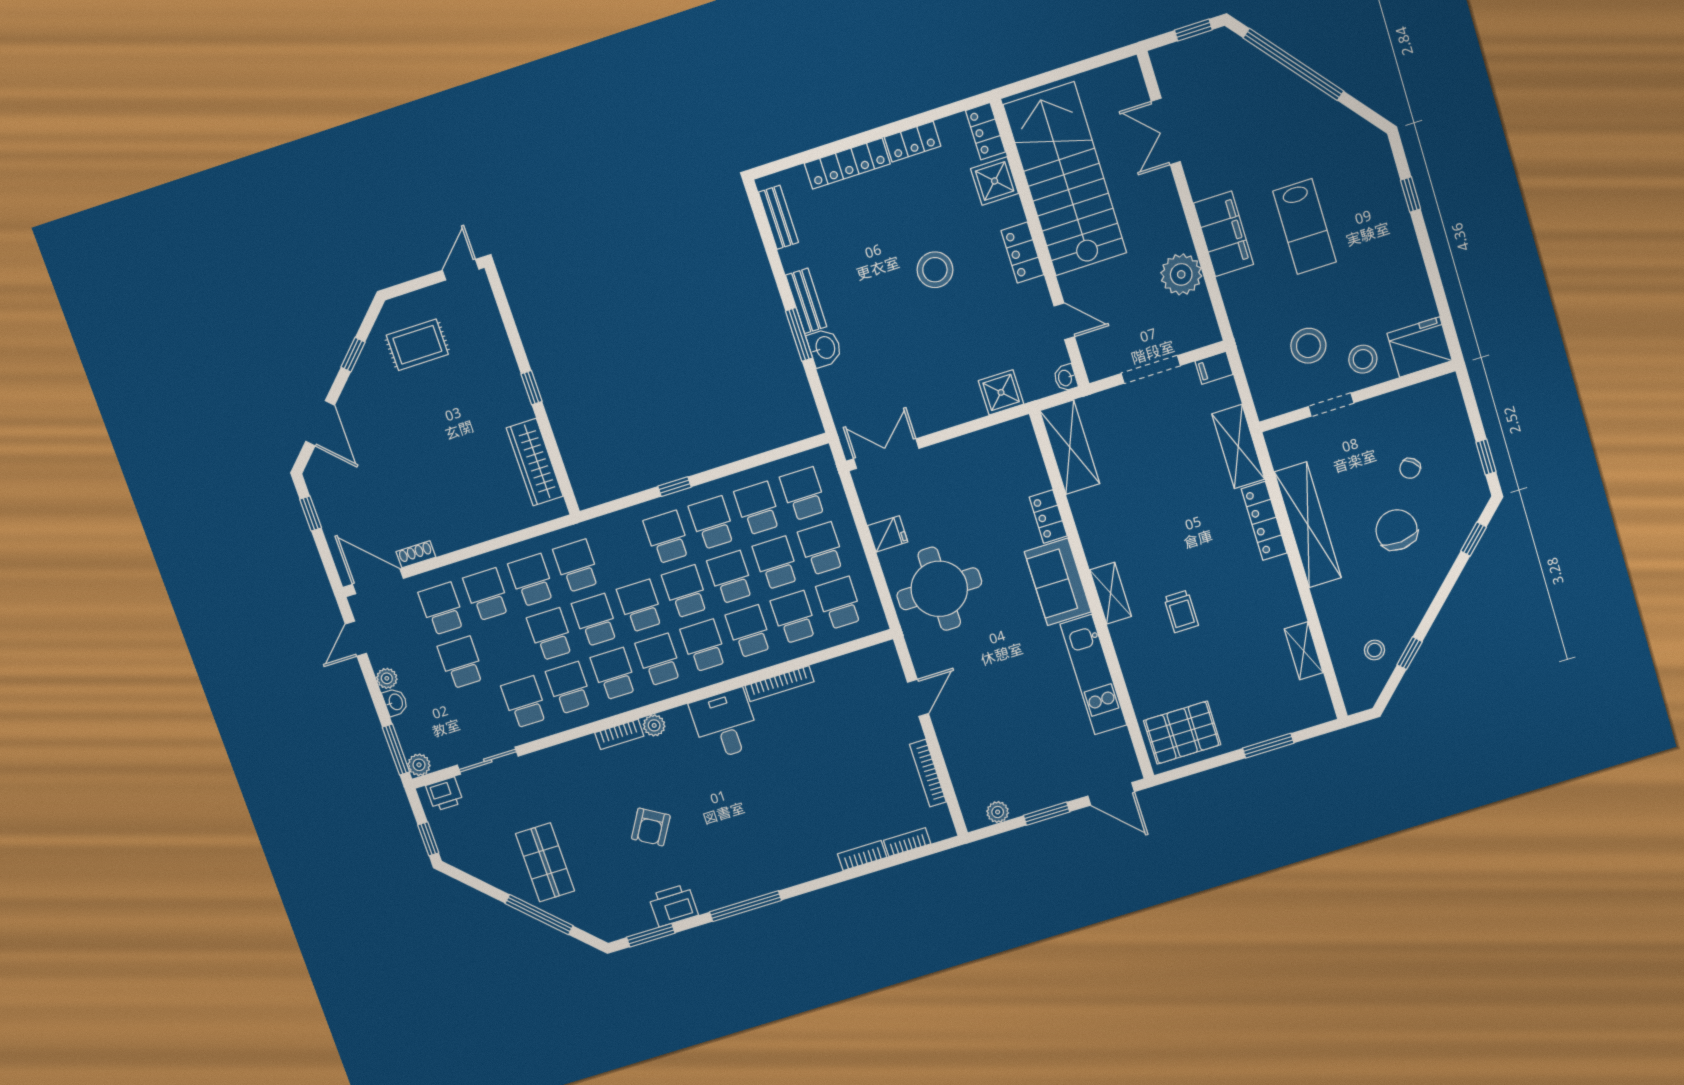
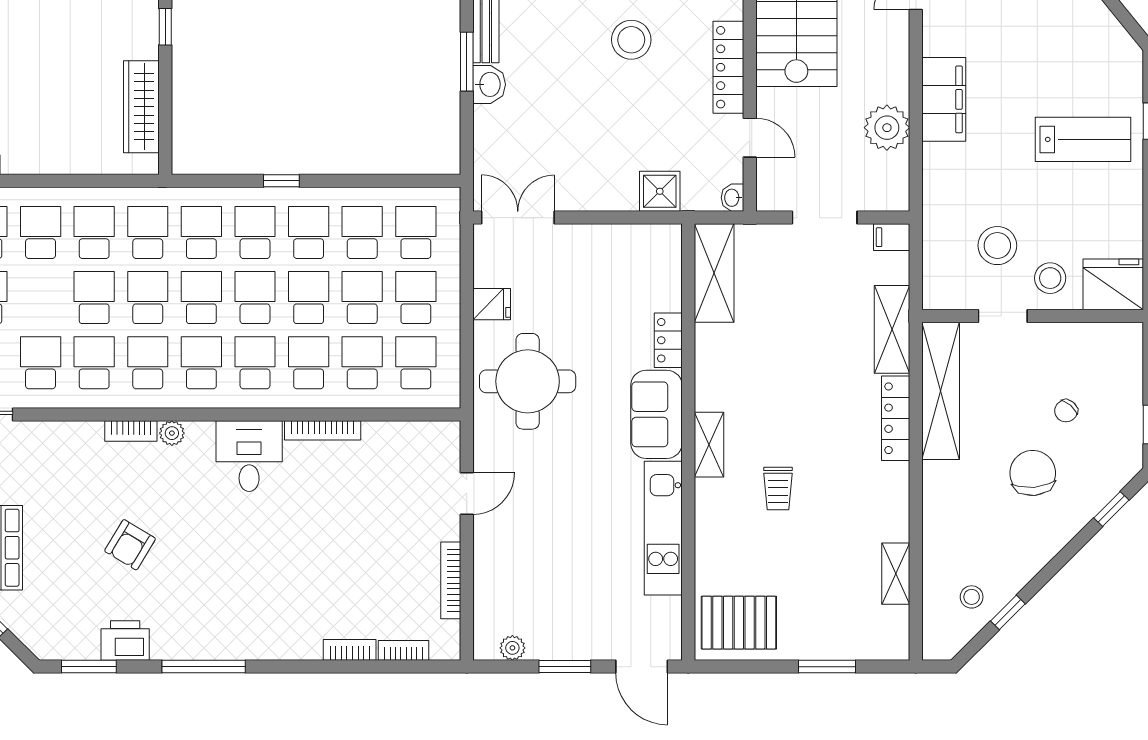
lab bench: (1305, 226) -> (1083, 139), moved, turned -90
locker: (1022, 253) -> (728, 67), width x1.53
shelving: (1308, 525) -> (941, 391), moved
school desk: (622, 552) -> (201, 232), added

